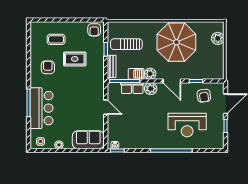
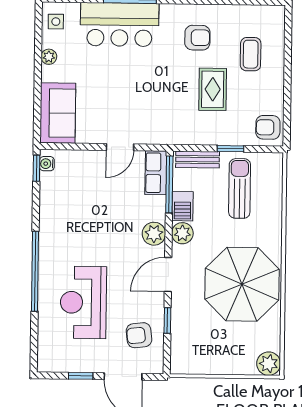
plant: (218, 38) -> (269, 364), moved
row of seats: (132, 88) -> (156, 173), moved

